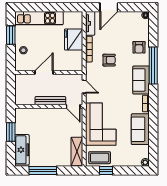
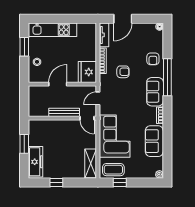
fridge: (74, 40) -> (87, 72), moved
door: (84, 87) -> (98, 98), swing flipped
window: (43, 170) -> (56, 183), width x0.46

